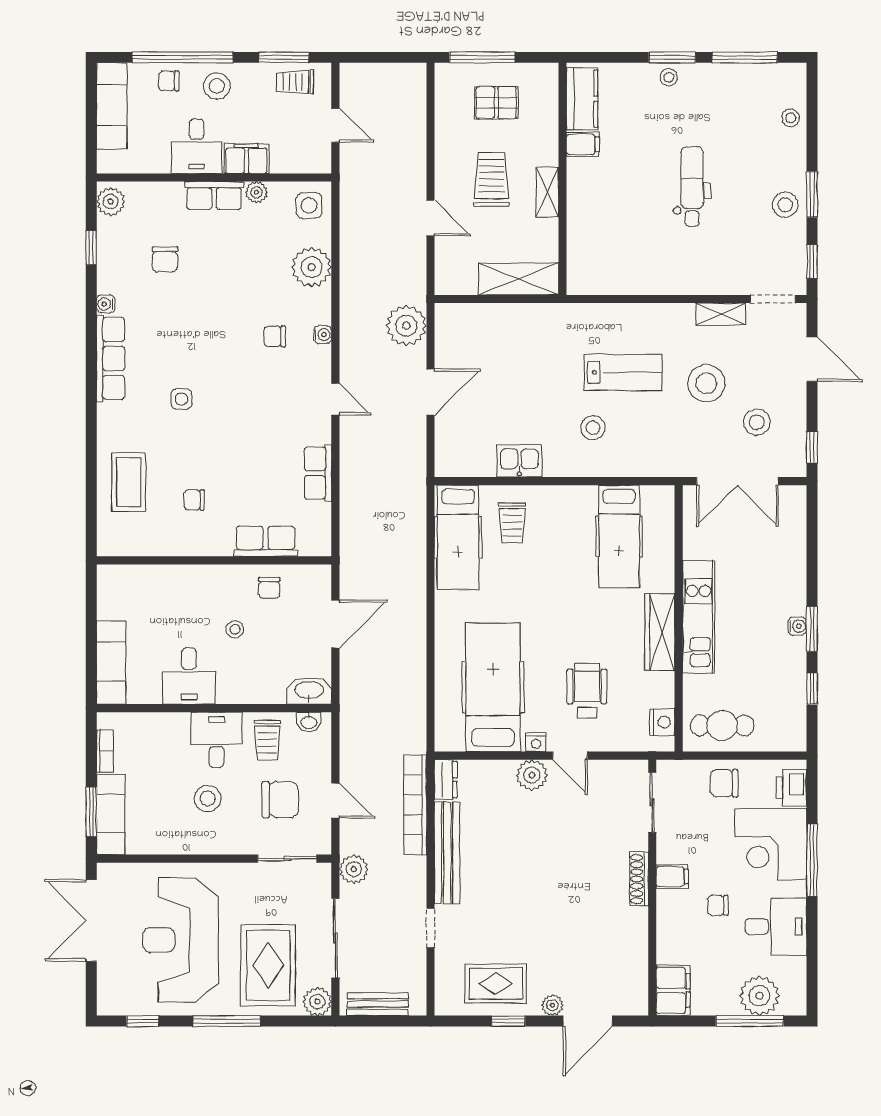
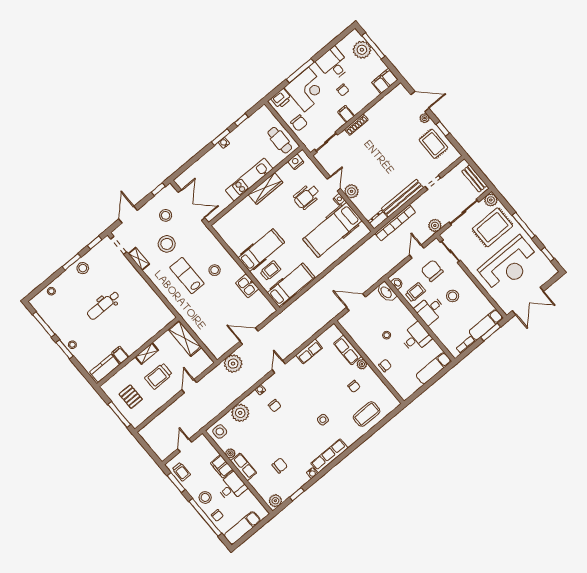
hospital bed: (619, 536) -> (261, 250), moved
plant: (221, 545) -> (362, 364), added
chair: (269, 588) -> (385, 366), moved

